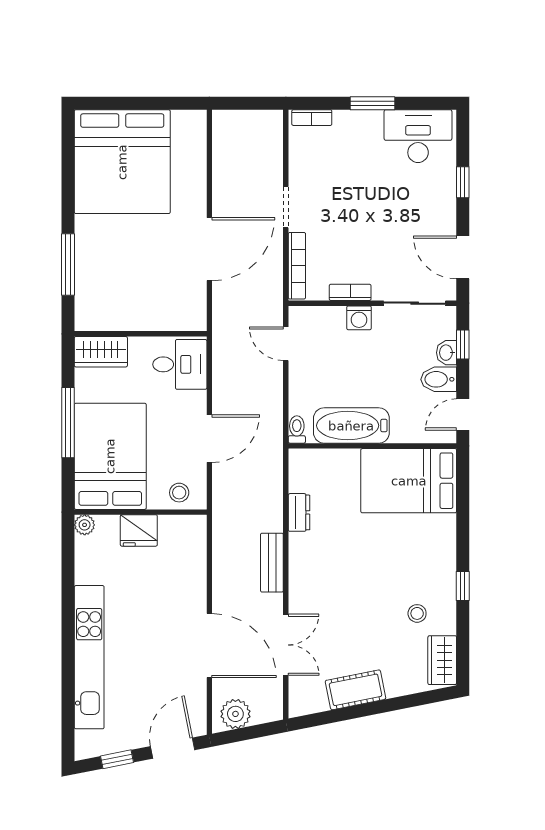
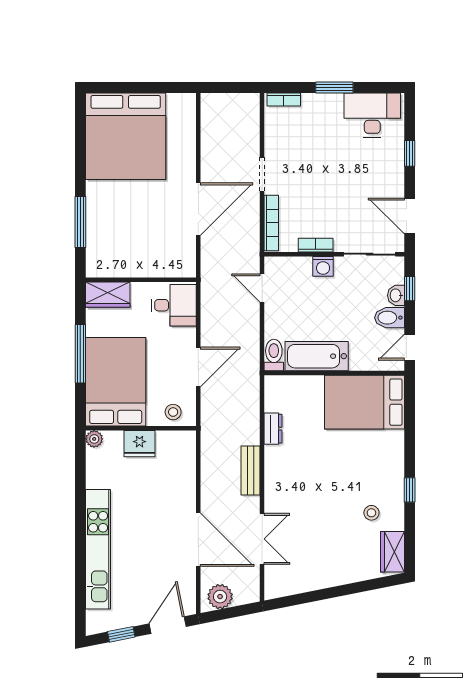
toilet: (297, 430) -> (274, 355), width x1.37, depth x1.39
cot: (356, 690) -> (320, 576), removed

